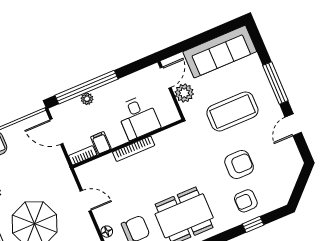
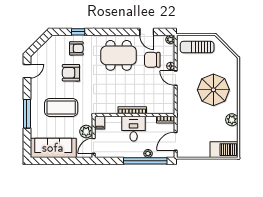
desk: (138, 117) -> (134, 129), moved
door: (293, 125) -> (27, 71), moved
door: (56, 132) -> (176, 141), swing flipped
filing cabinet: (101, 143) -> (100, 123), moved
door: (86, 201) -> (176, 78), moved

